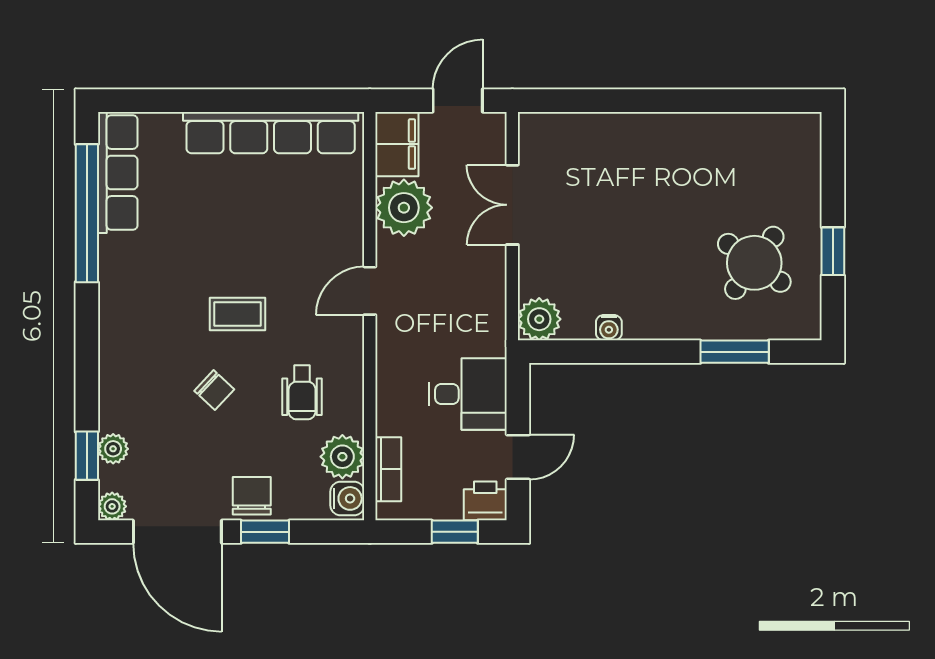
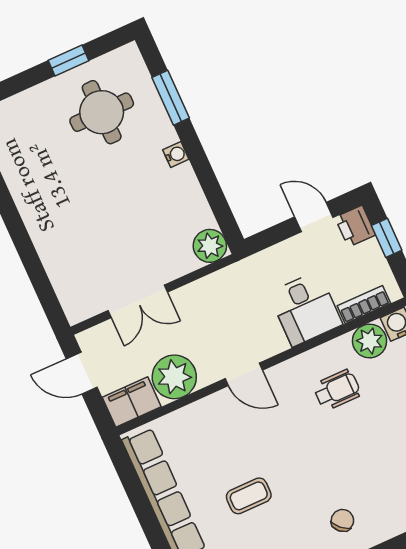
round table: (754, 263) -> (102, 112), turned -36
coffee table: (238, 314) -> (249, 496), moved, turned 90
water cooler: (609, 328) -> (176, 154), moved
chair: (214, 390) -> (342, 520), moved
desk: (468, 394) -> (305, 309), moved, turned 180

